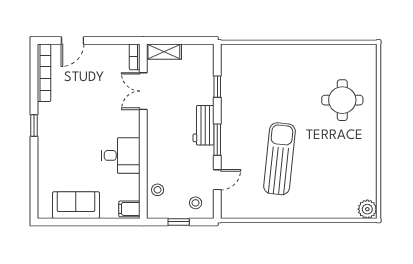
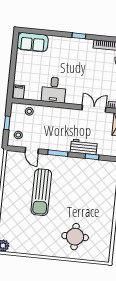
workbench: (204, 125) -> (84, 147), moved
sun lounger: (279, 159) -> (41, 192), turned 84
sofa: (76, 205) -> (33, 42), moved, turned 90

